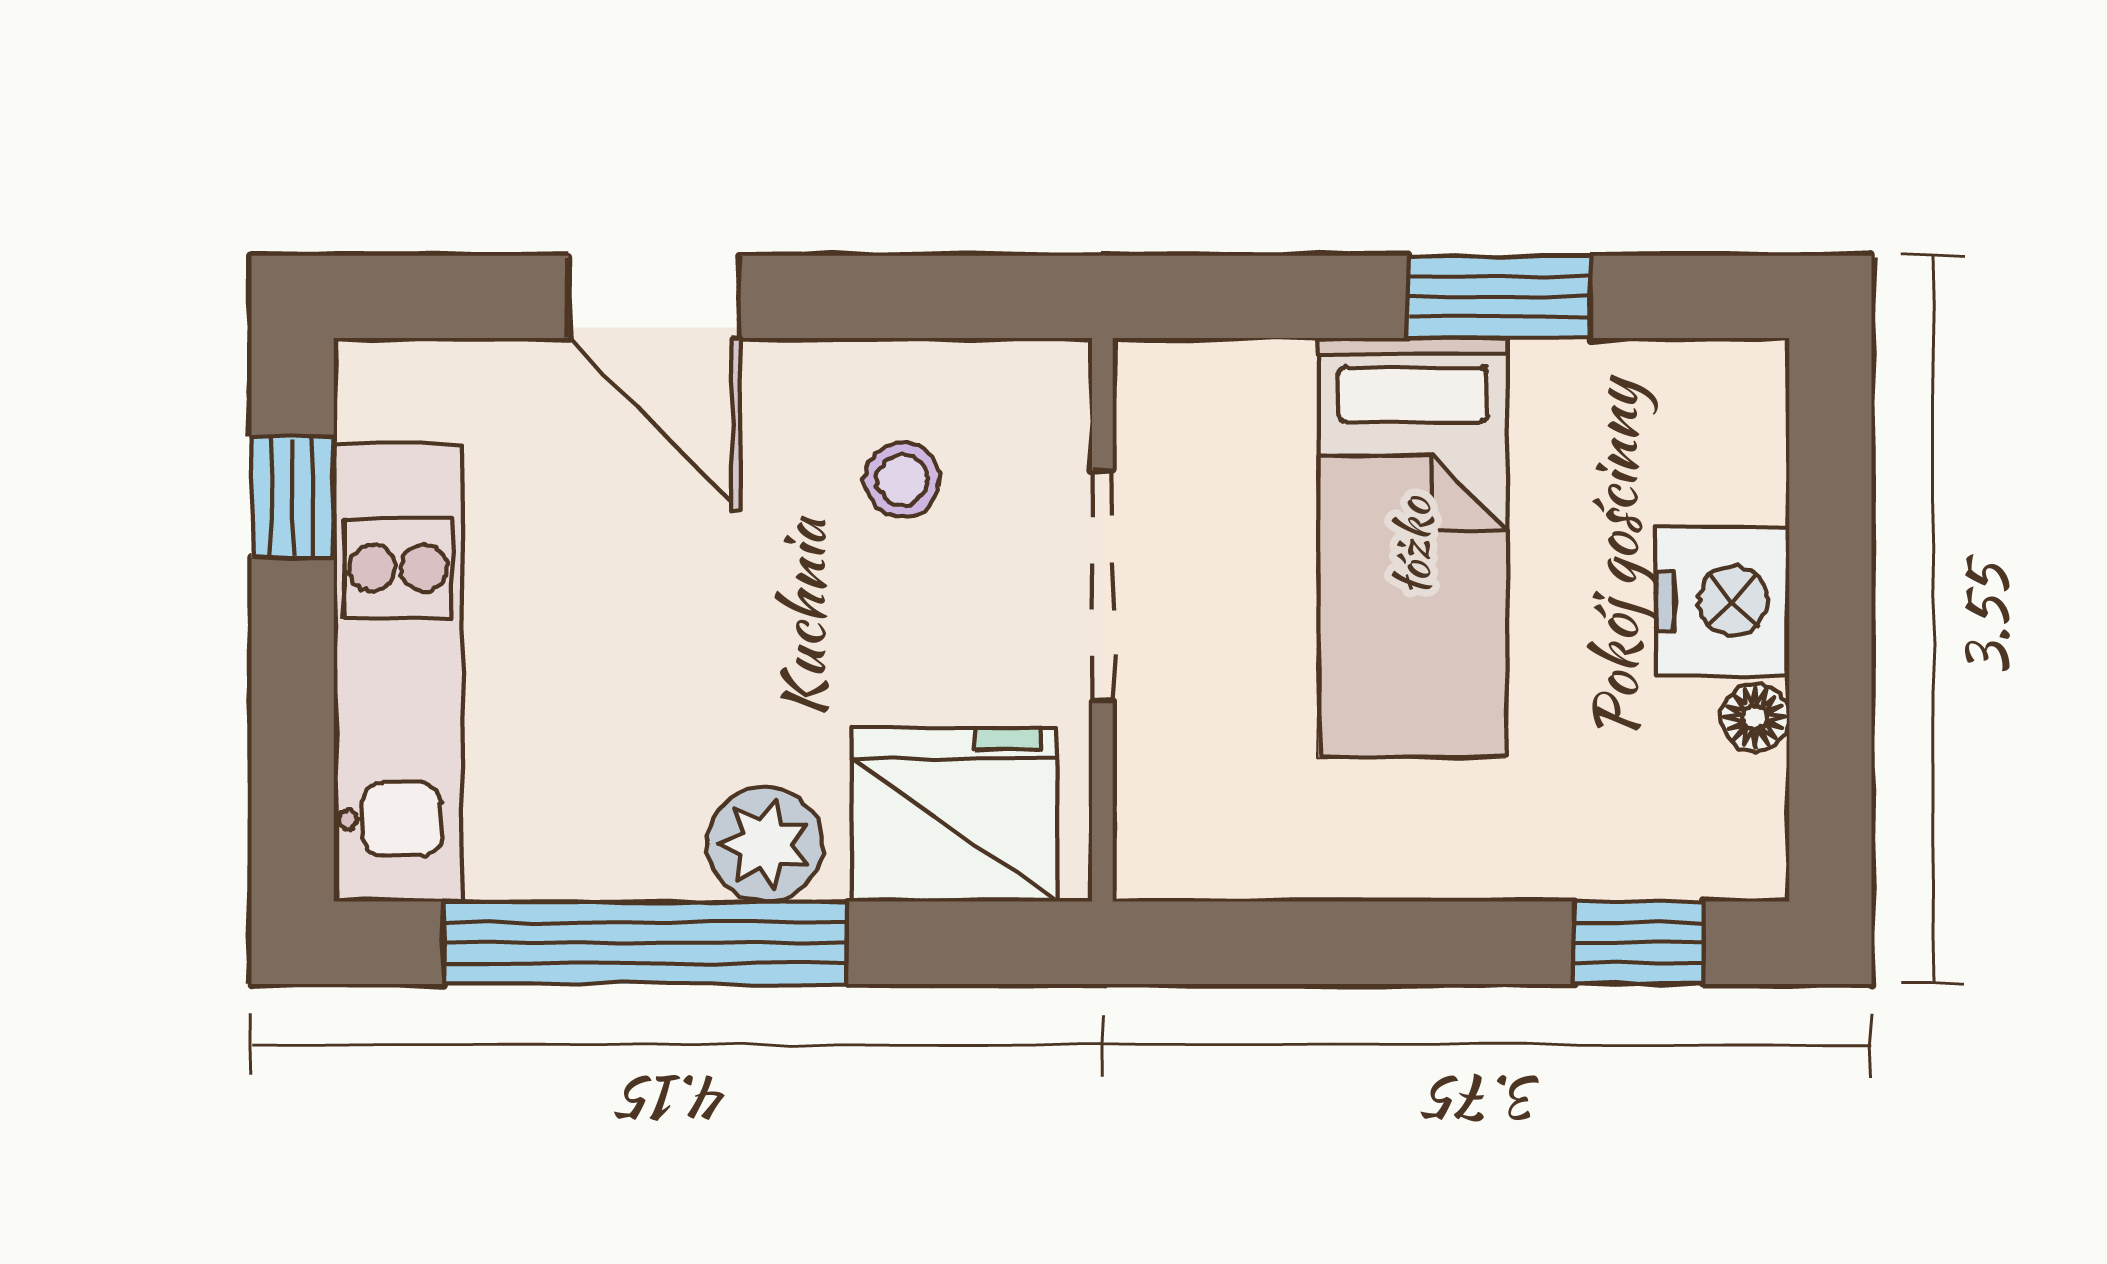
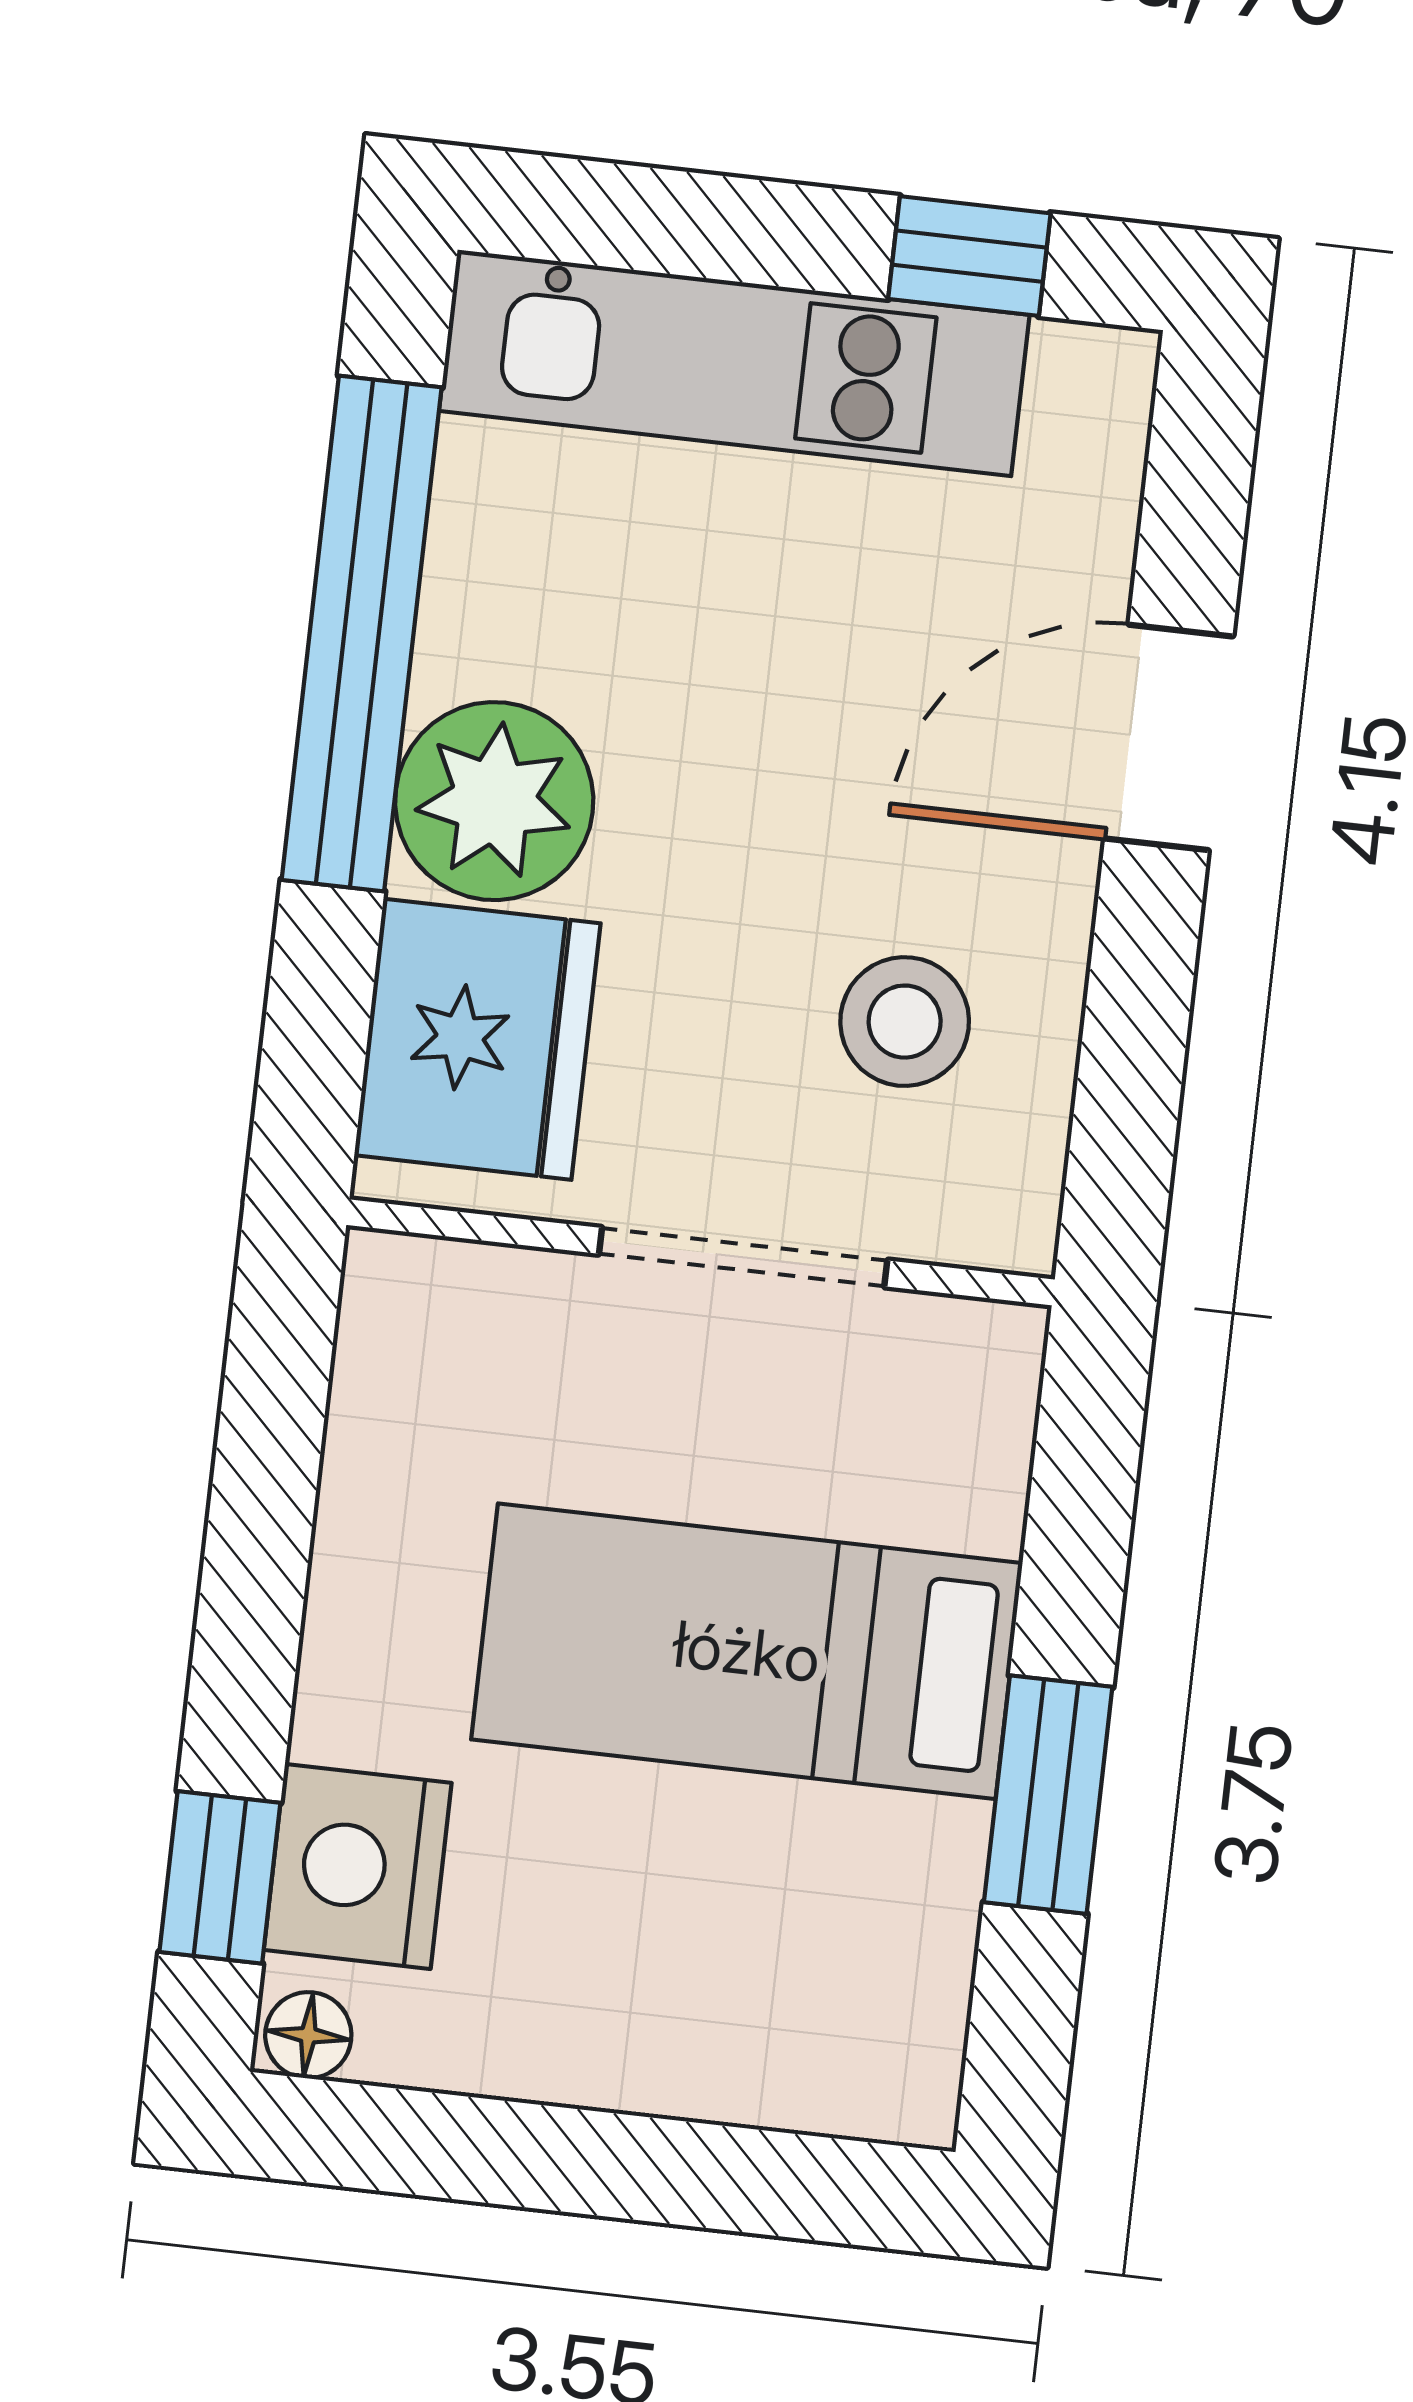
stool: (902, 480) -> (905, 1022), width x1.37, depth x1.37
nightstand: (1723, 601) -> (358, 1866), moved, turned 90
floor lamp: (1755, 717) -> (308, 2035), moved
plant: (765, 844) -> (494, 801), width x1.36, depth x1.36

